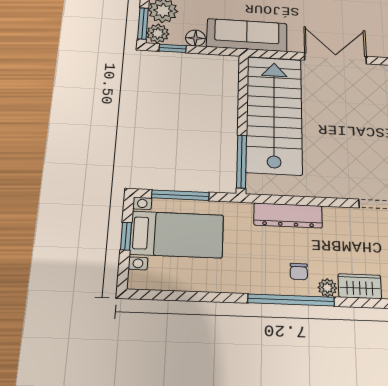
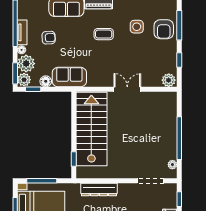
sofa: (247, 35) -> (69, 77), width x0.73
double door: (336, 58) -> (127, 89), width x0.73
window: (242, 161) -> (74, 159), width x0.46

